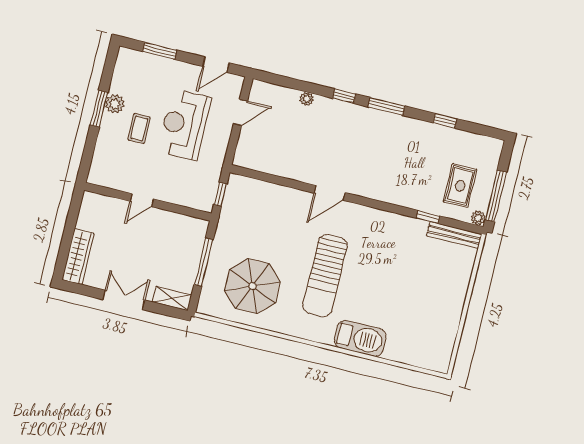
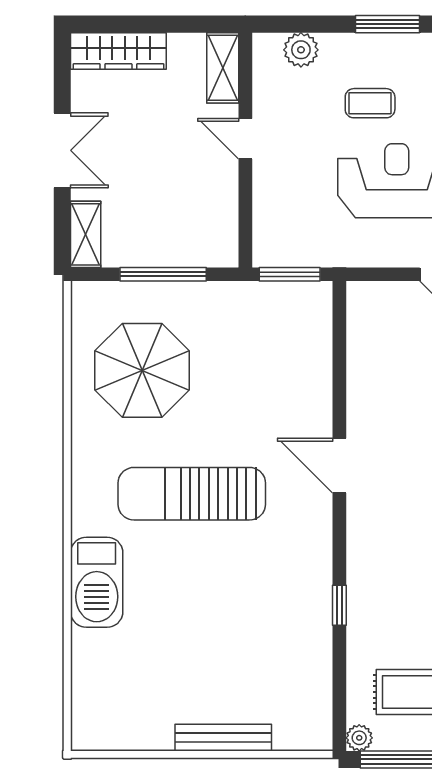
plant: (115, 104) -> (301, 50), moved
window: (220, 194) -> (290, 274), width x1.50
shelving: (101, 203) -> (223, 68), added
window: (428, 217) -> (339, 605), moved
bench: (454, 235) -> (223, 738), moved, turned 90

